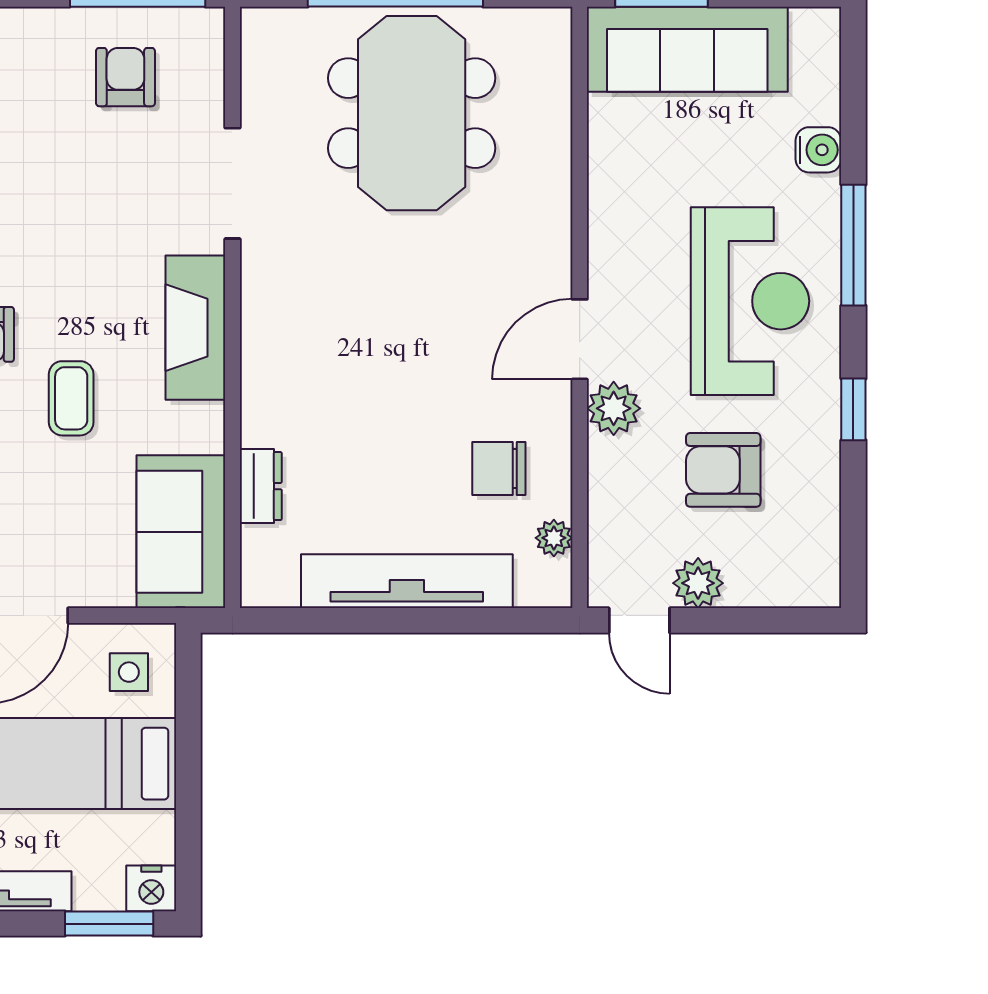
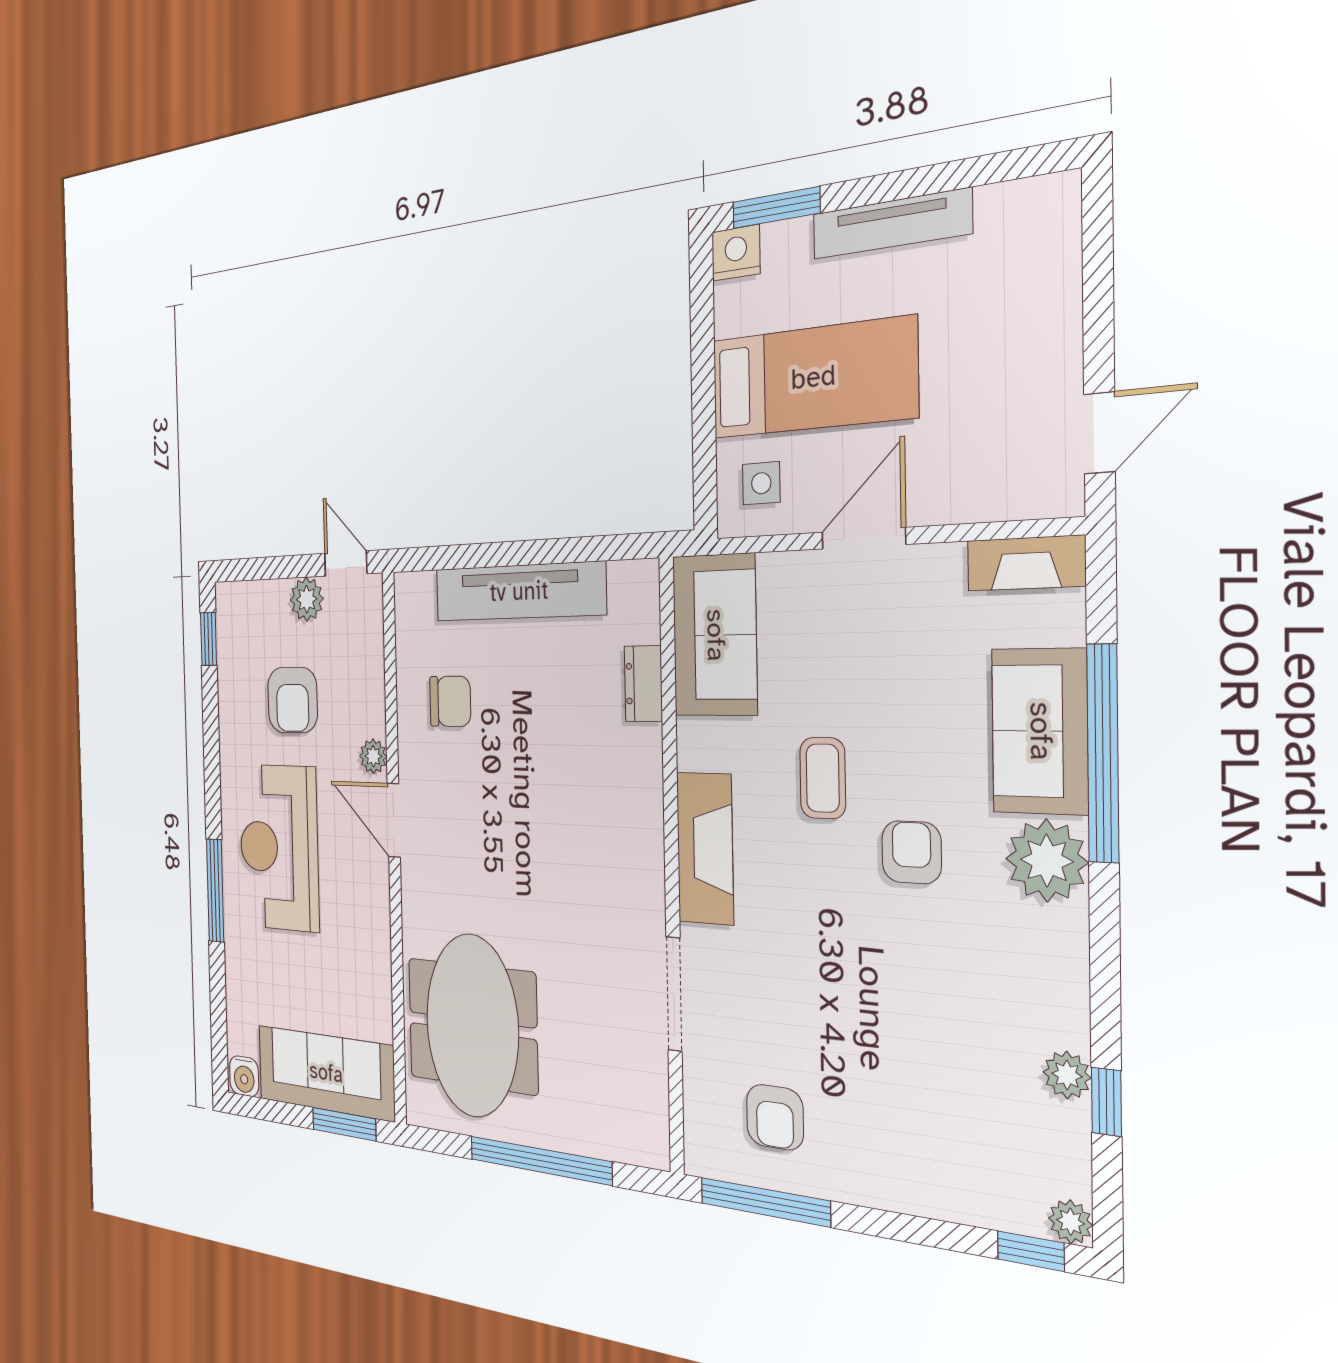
meeting table: (412, 113) -> (472, 1025), moved
water cooler: (818, 150) -> (244, 1076), moved, turned -90
door: (580, 339) -> (394, 820), swing flipped
plant: (614, 408) -> (373, 756), width x0.73, depth x0.73
window: (853, 409) -> (209, 639), moved
armchair: (723, 470) -> (292, 700), turned 90
plant: (554, 538) -> (408, 637), removed

